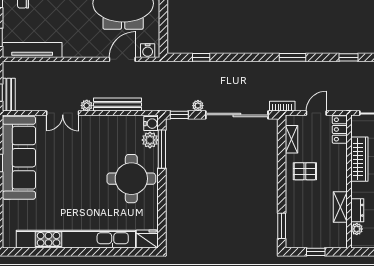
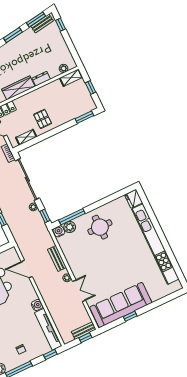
water cooler: (148, 51) -> (37, 305), moved
bench: (117, 105) -> (57, 258), width x0.73
round table: (131, 179) -> (100, 227), width x0.73, depth x0.73
shelving: (340, 207) -> (71, 78), moved
dresser: (357, 210) -> (41, 79), moved

